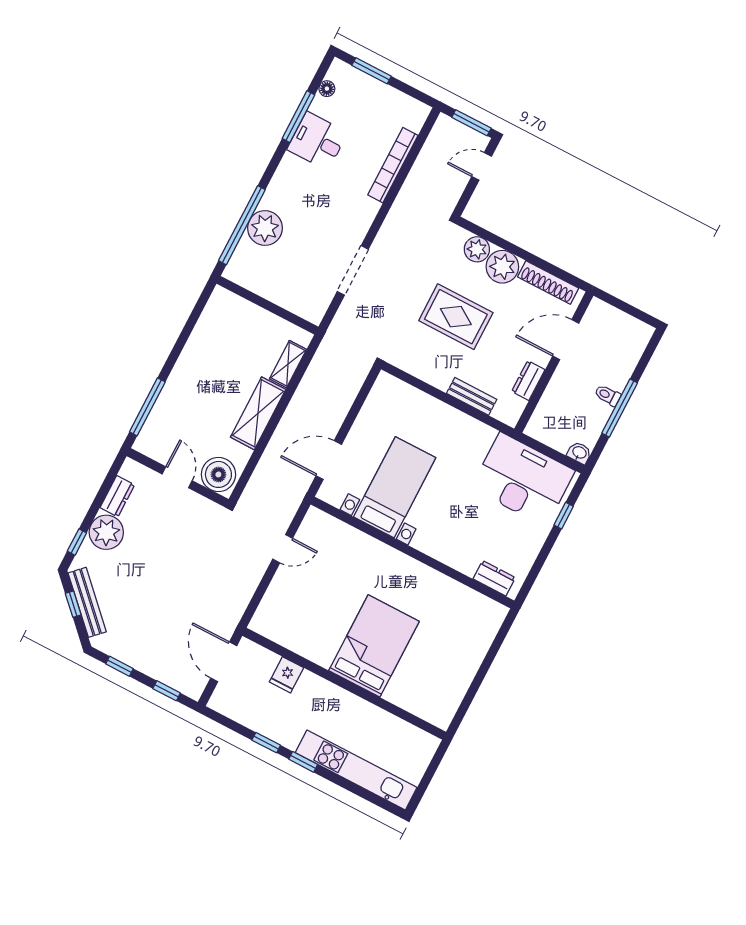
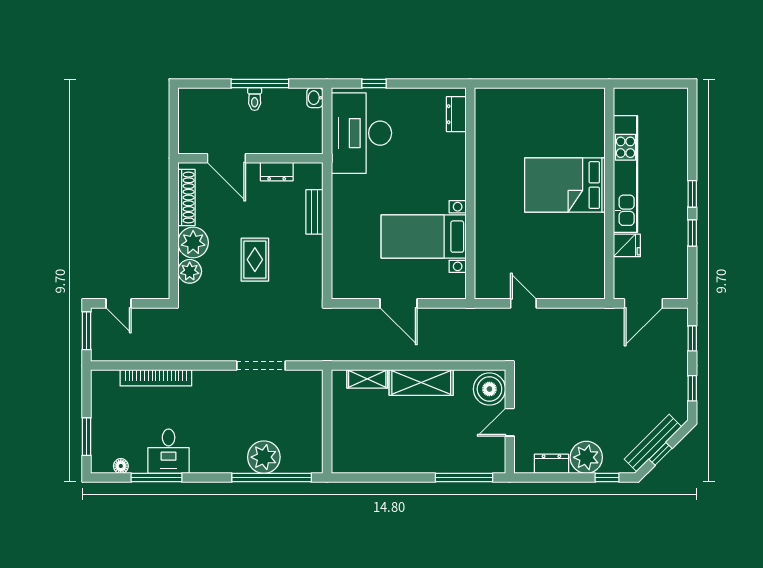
rug: (456, 317) -> (255, 260), width x0.73, depth x0.70
door: (329, 460) -> (399, 303), moved
kitchen unit: (356, 770) -> (625, 174), moved, turned 180

